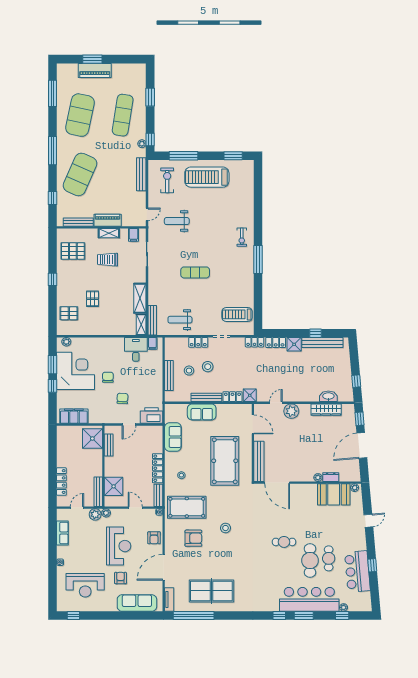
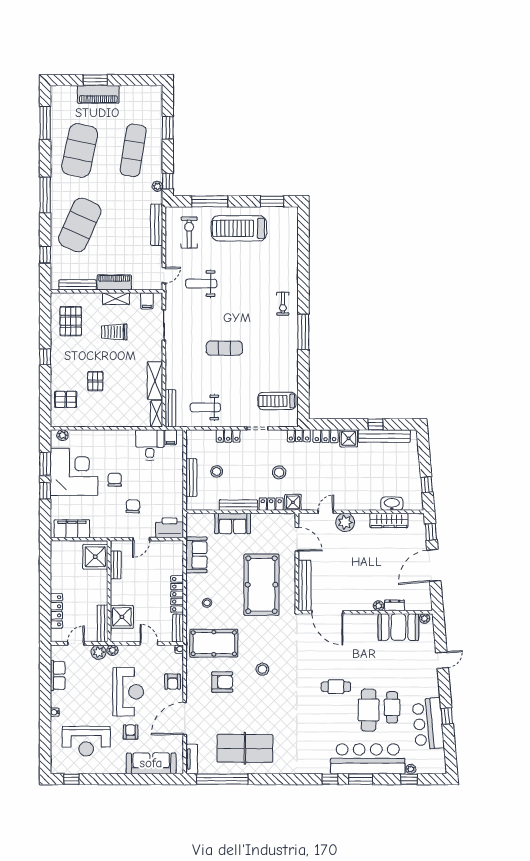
pallet: (73, 251) -> (71, 321), turned 90
stool: (208, 367) -> (279, 472), moved

